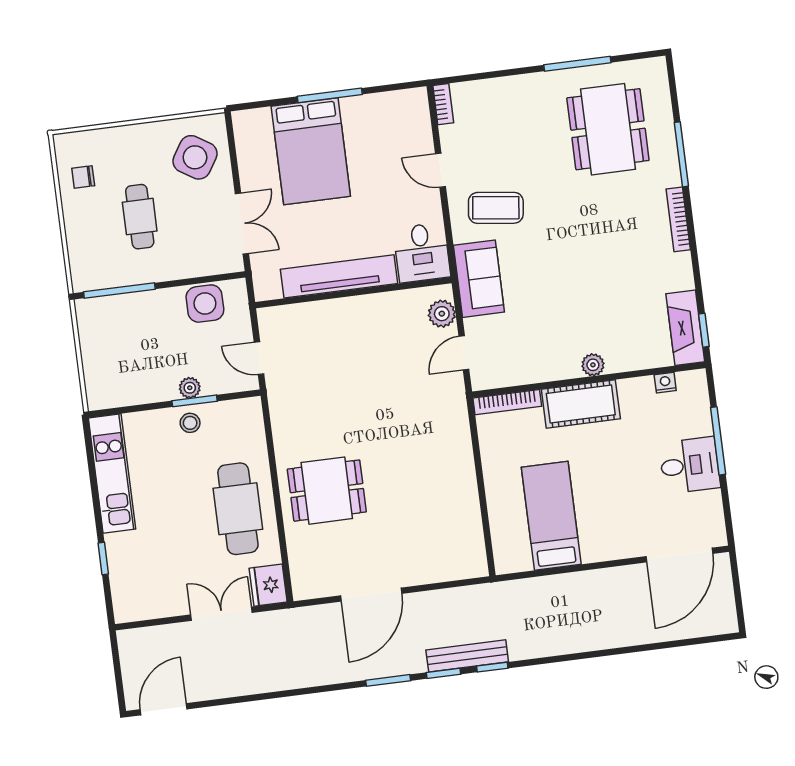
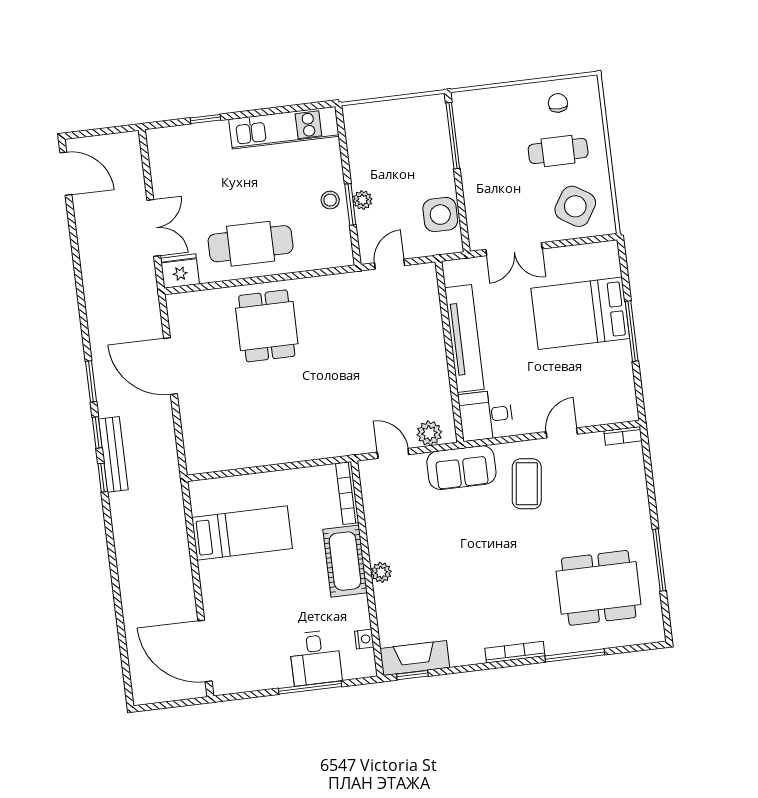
cafe table: (140, 217) -> (558, 151), moved
desk: (690, 465) -> (315, 658), moved

